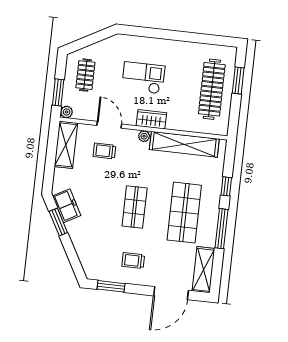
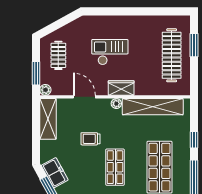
trolley: (104, 151) -> (90, 139), moved

